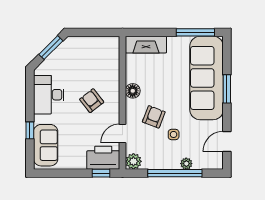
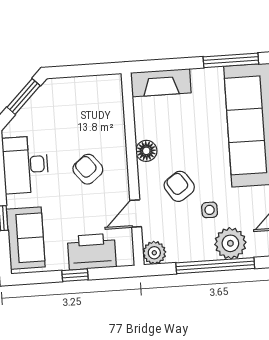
armchair: (154, 117) -> (179, 186), turned -55
printer: (103, 158) -> (92, 252), moved
plant: (186, 164) -> (230, 243), width x1.88, depth x1.88
window: (101, 173) -> (75, 275), moved

